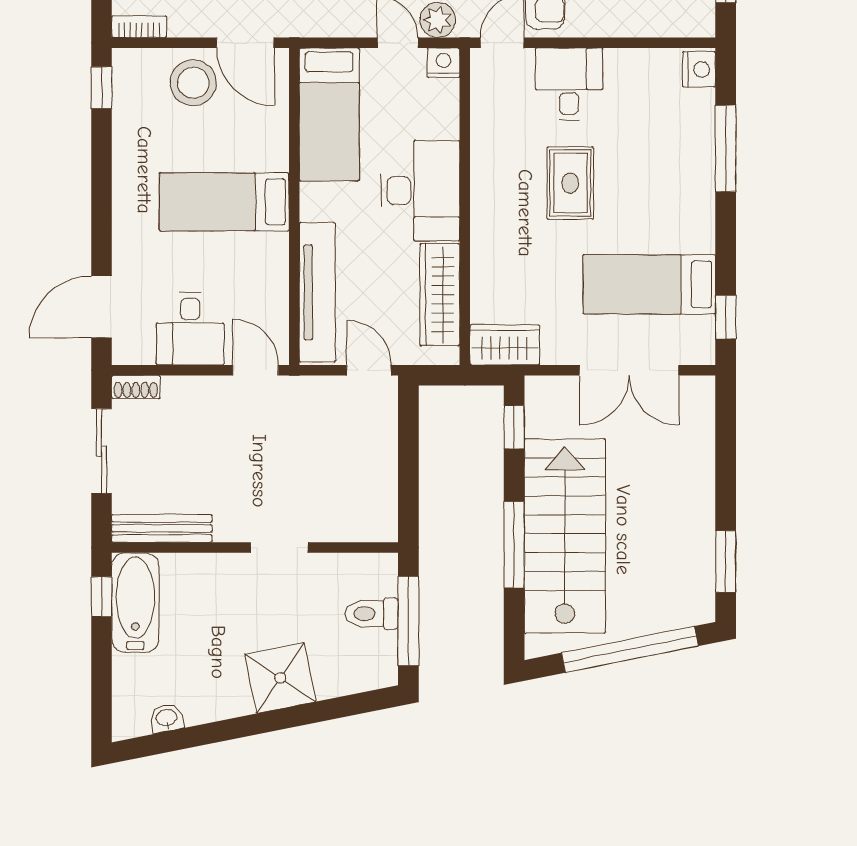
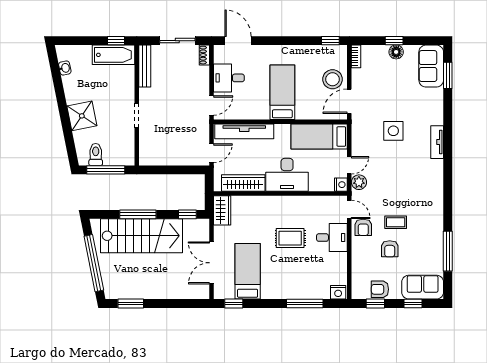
toilet: (372, 614) -> (96, 154), moved

